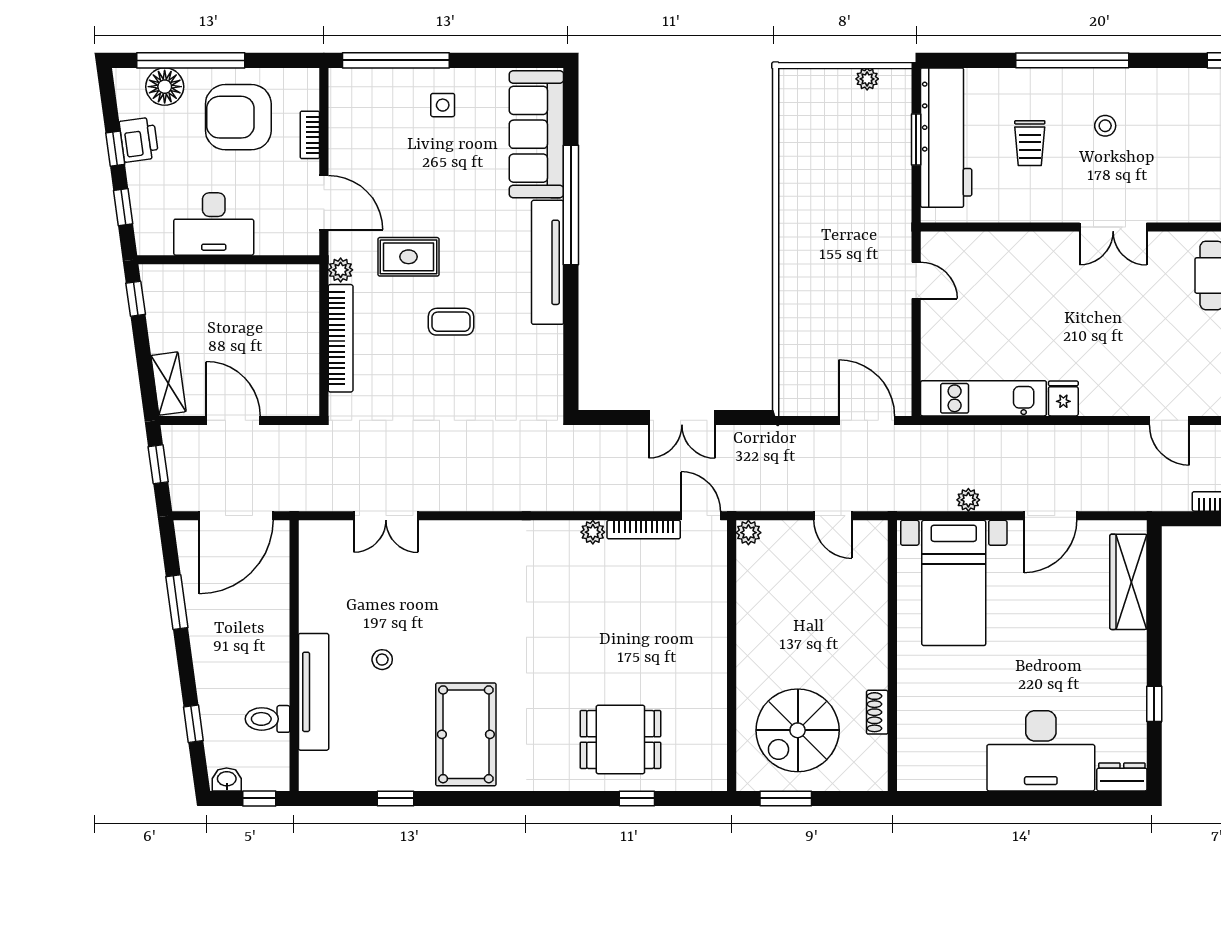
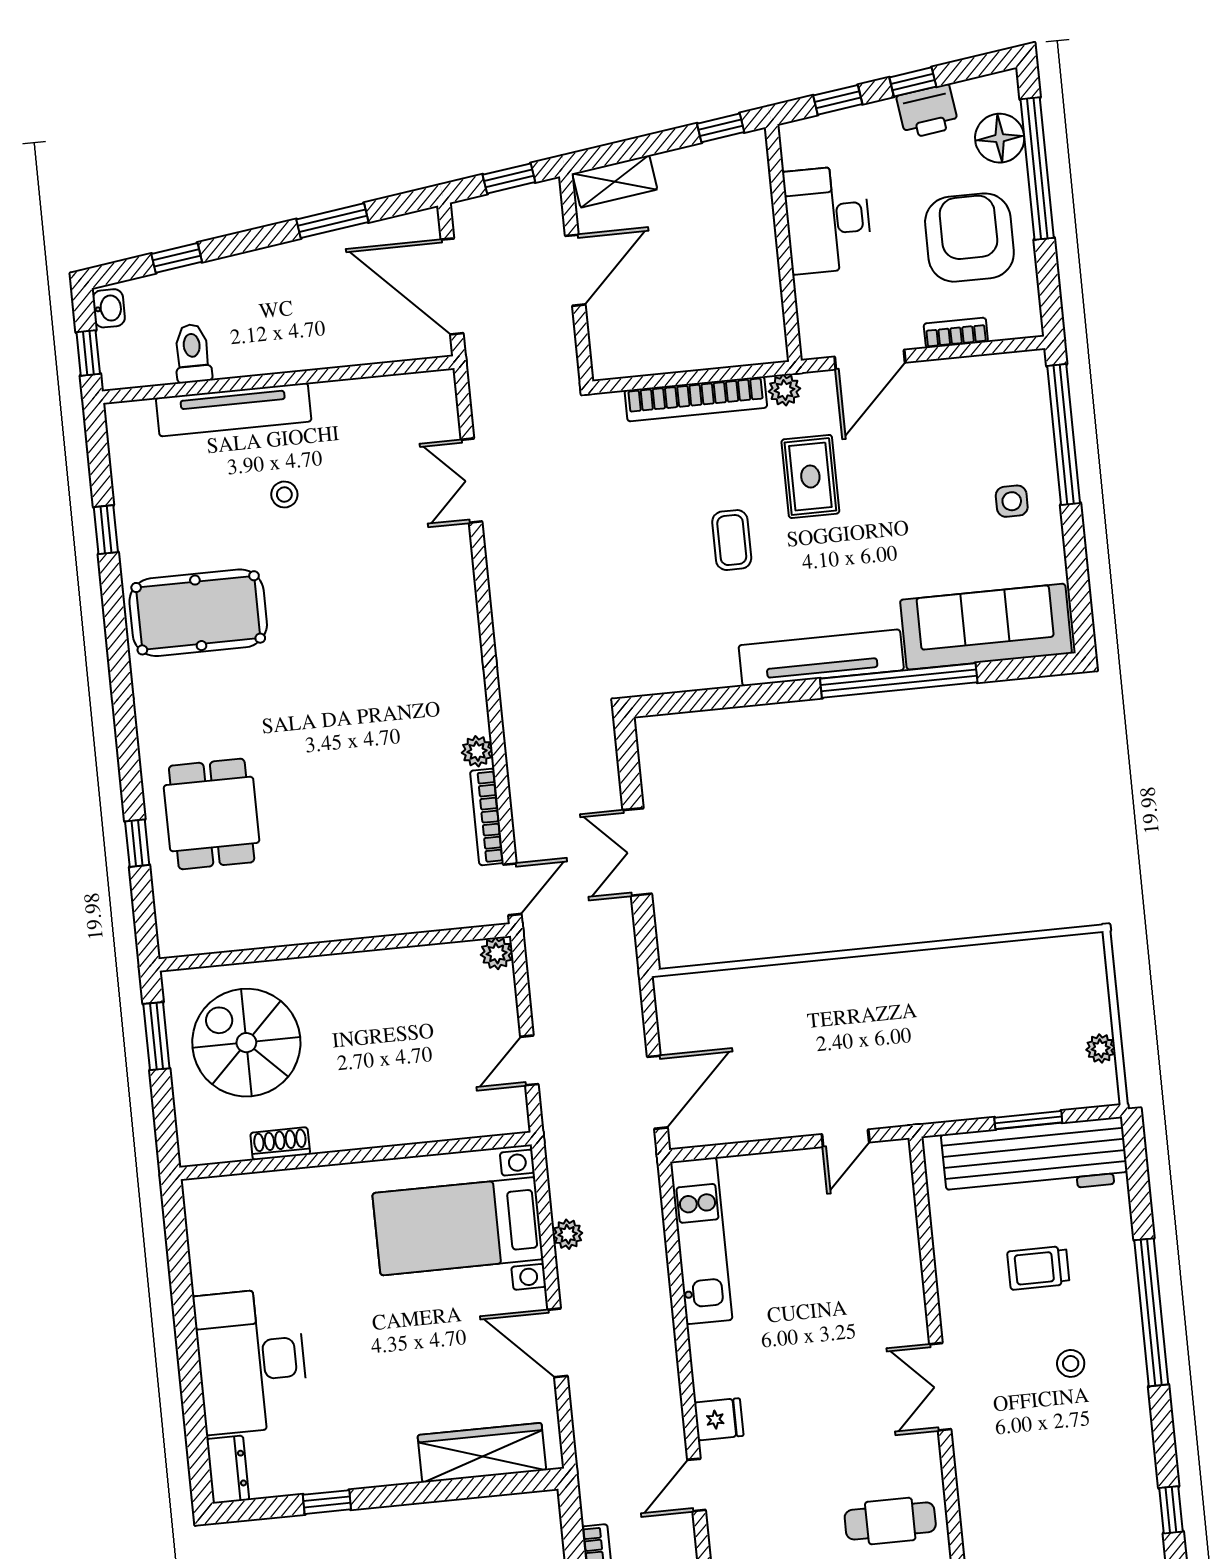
fridge: (1063, 398) -> (719, 1419), moved

